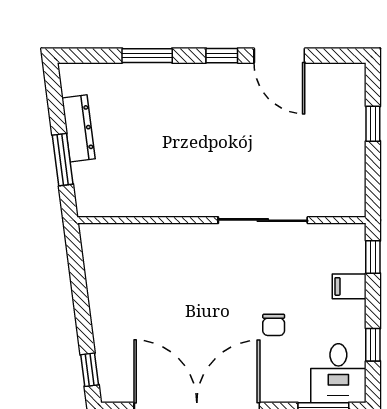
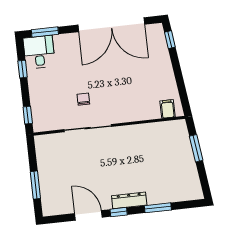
window: (373, 124) -> (35, 185), width x1.50
dresser: (79, 128) -> (129, 200), moved, turned 97
filing cabinet: (349, 286) -> (168, 109), moved, turned -90
chair: (274, 325) -> (83, 99), moved

